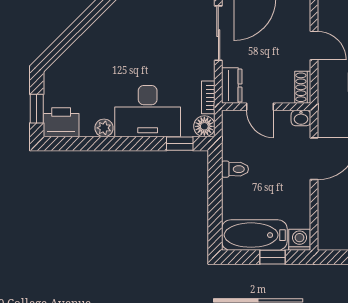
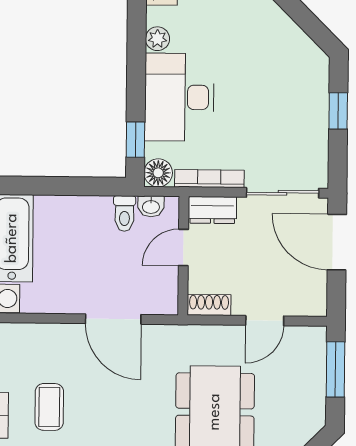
bookcase: (208, 97) -> (209, 179), width x1.56
washbasin: (301, 118) -> (151, 206), moved, turned -90
toilet: (235, 169) -> (124, 213), moved

